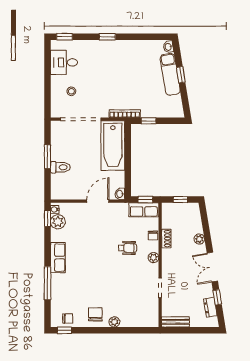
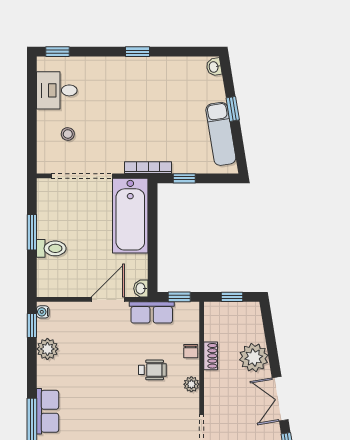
window: (107, 37) -> (138, 52), moved
exam couch: (170, 74) -> (221, 134), moved
row of seats: (144, 210) -> (152, 312), moved
plant: (58, 222) -> (47, 349), moved
plant: (199, 239) -> (254, 358), width x1.87, depth x1.87
row of seats: (58, 258) -> (48, 411), moved

